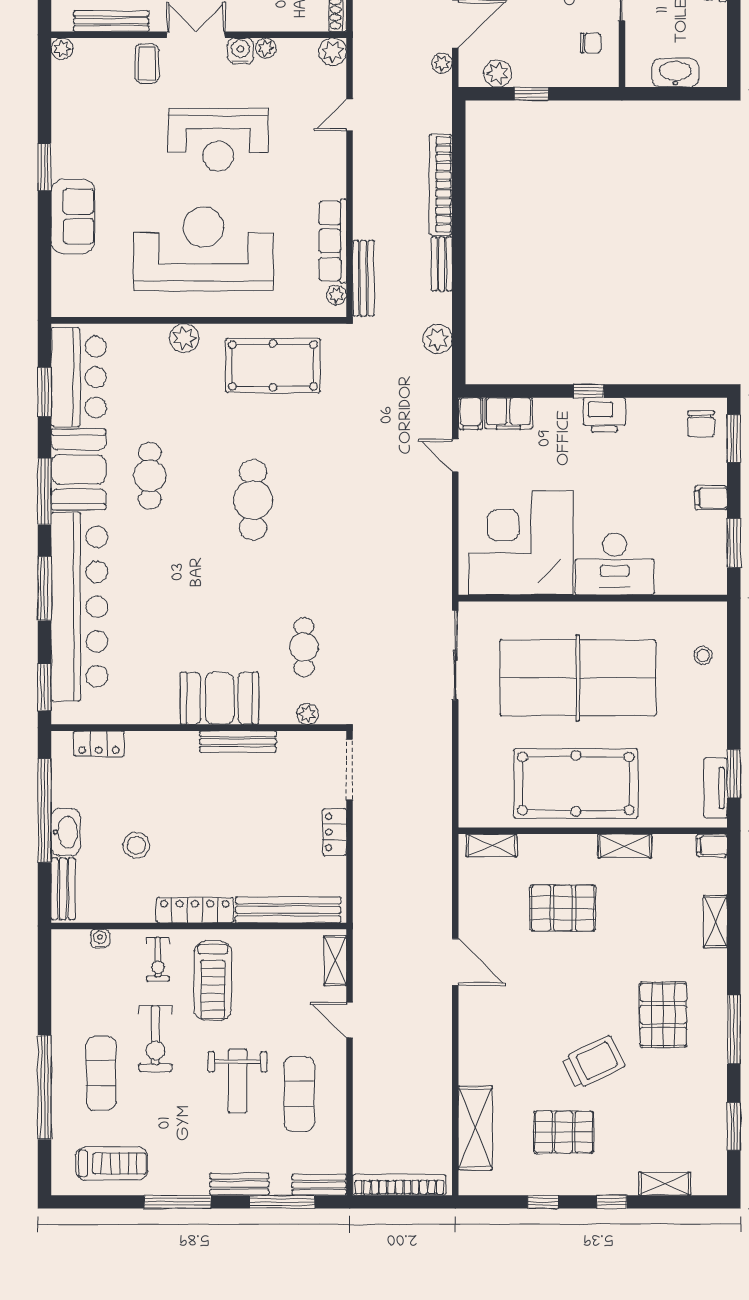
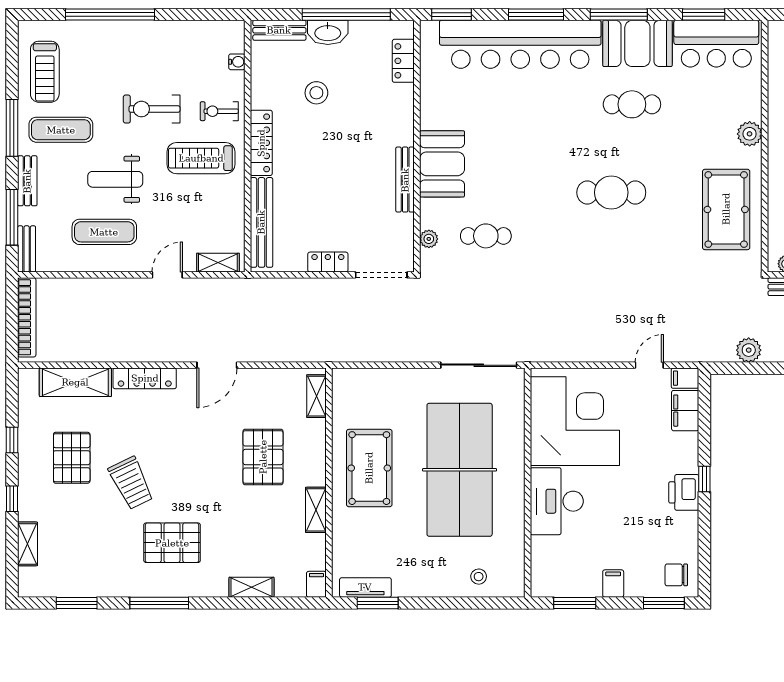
pool table: (576, 784) -> (369, 468), width x0.73, depth x0.76
locker: (471, 1047) -> (145, 378), added
exercise mat: (101, 1073) -> (61, 130), moved

